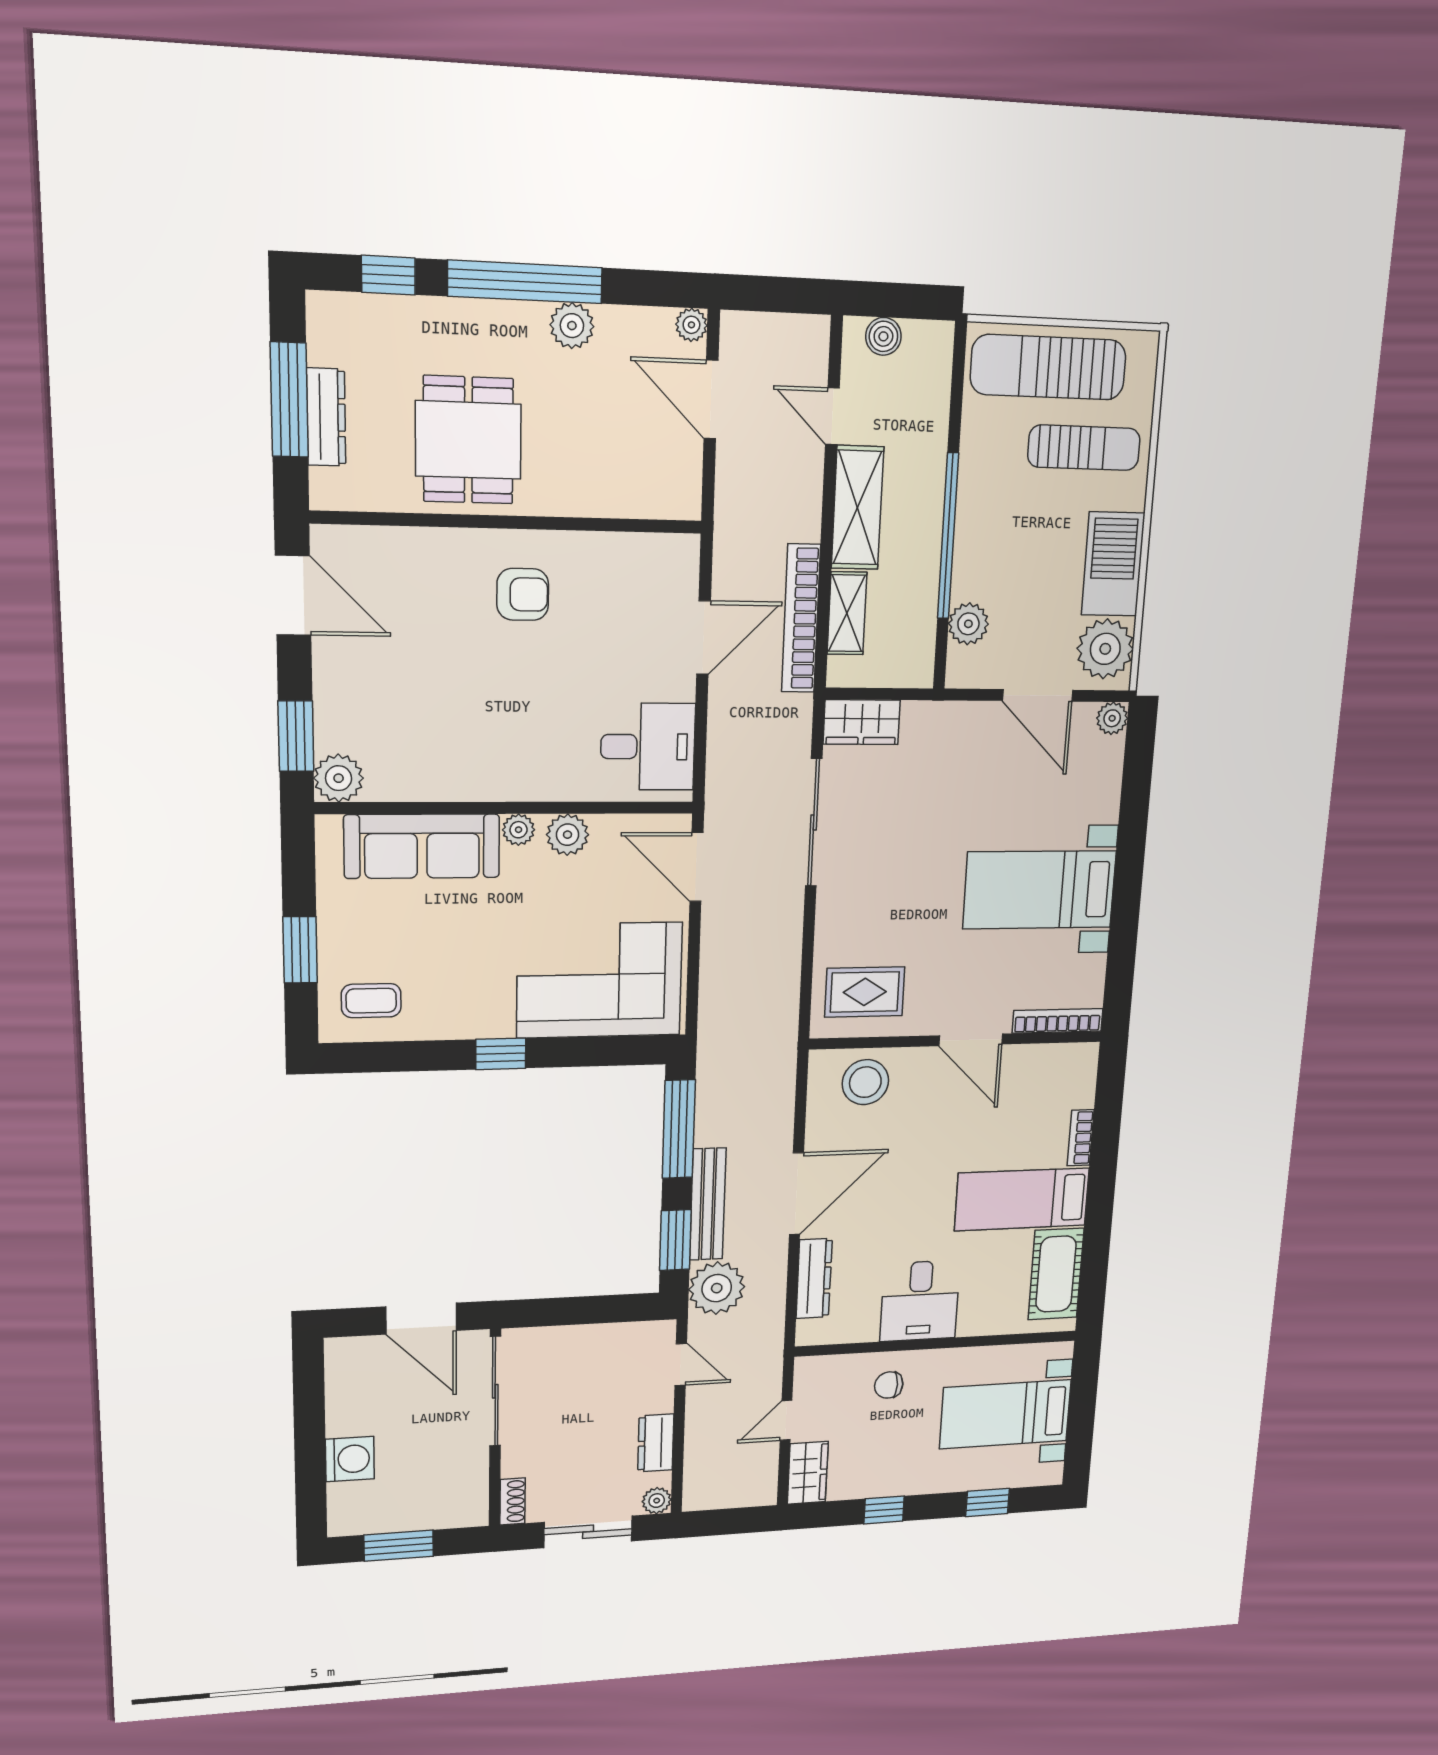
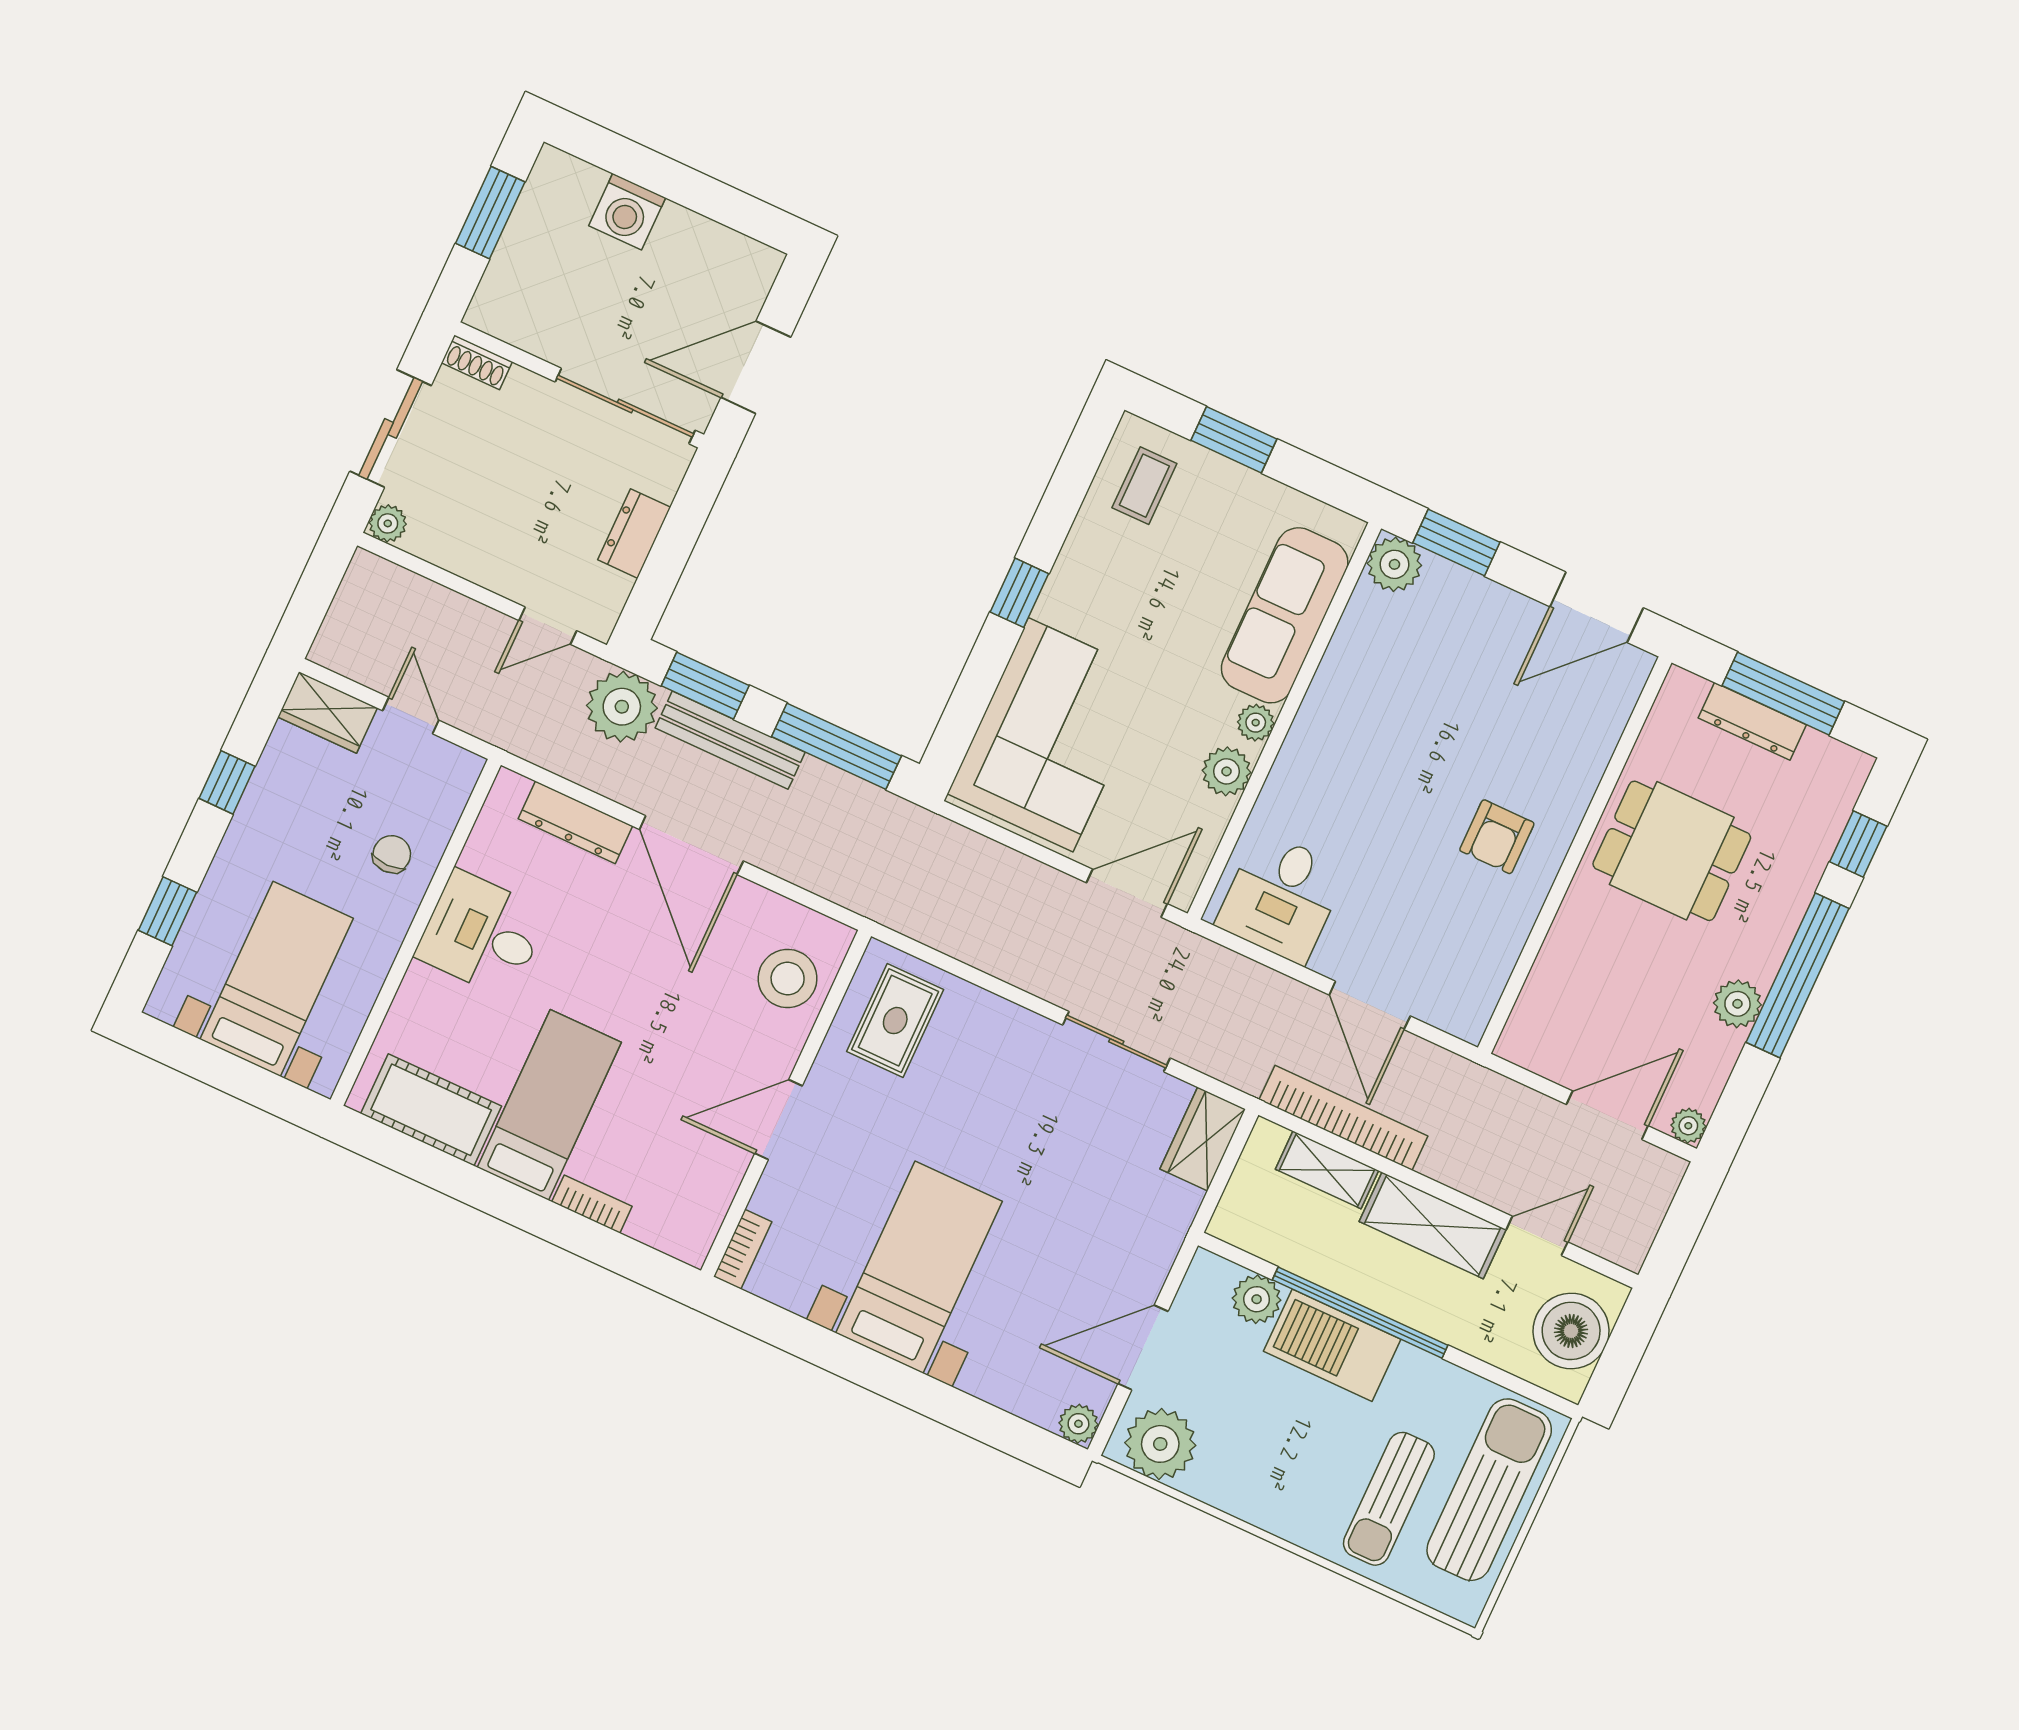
boiler: (883, 336) -> (1571, 1331), width x1.86, depth x1.86
barbecue: (1113, 564) -> (1332, 1345), moved, turned 180
sliding door: (814, 822) -> (1116, 1042), width x0.73
bookcase: (1058, 1021) -> (743, 1249), width x0.64
dresser: (656, 1443) -> (634, 534), moved, turned -90

